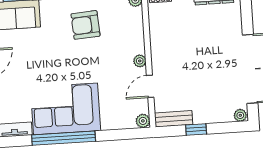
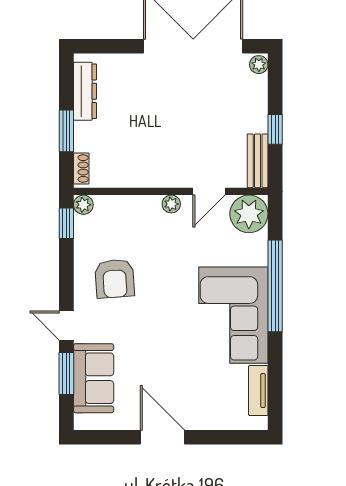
door: (150, 86) -> (209, 191), hinge flipped
plant: (143, 121) -> (249, 214), width x1.88, depth x1.88
window: (64, 138) -> (275, 286), moved

